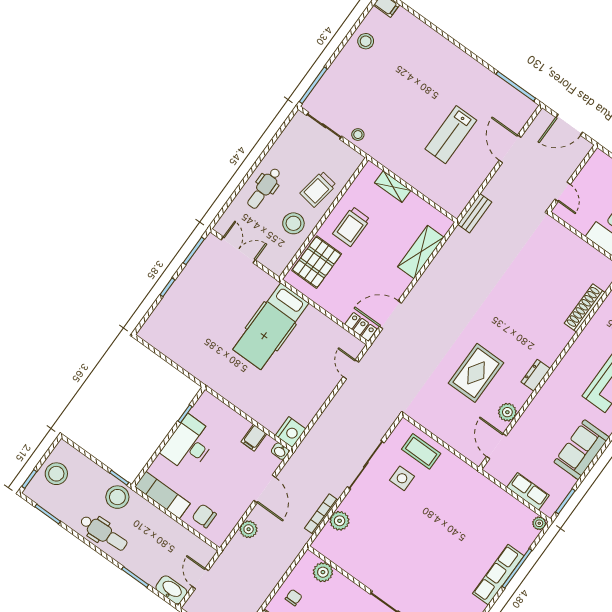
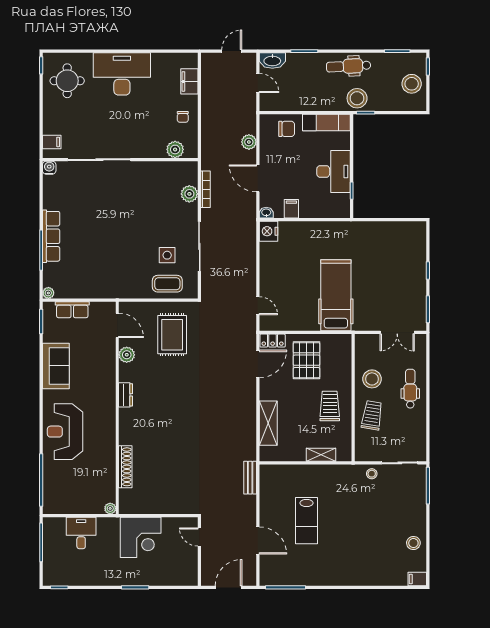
lab bench: (451, 135) -> (307, 521), turned 180
pallet: (317, 262) -> (306, 360), moved
rug: (476, 373) -> (172, 335), moved

